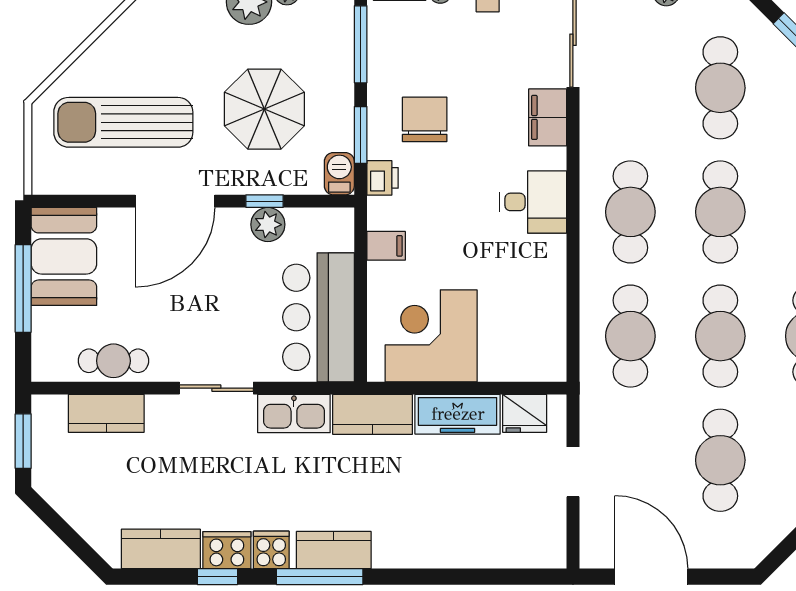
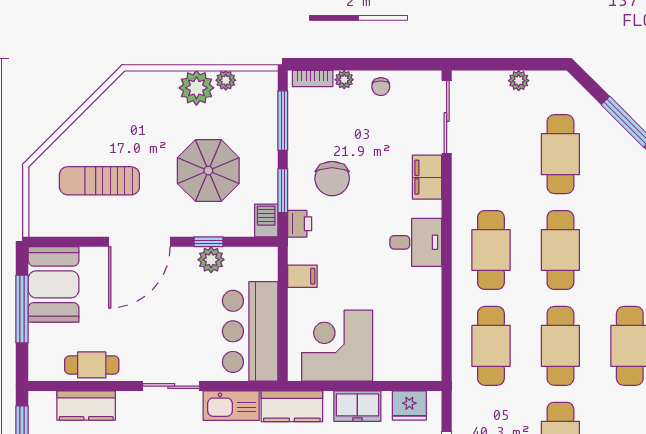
chair: (425, 119) -> (332, 179), turned 180
sun lounger: (123, 122) -> (99, 181), width x0.73, depth x0.75
freezer: (458, 414) -> (357, 406), width x0.71

